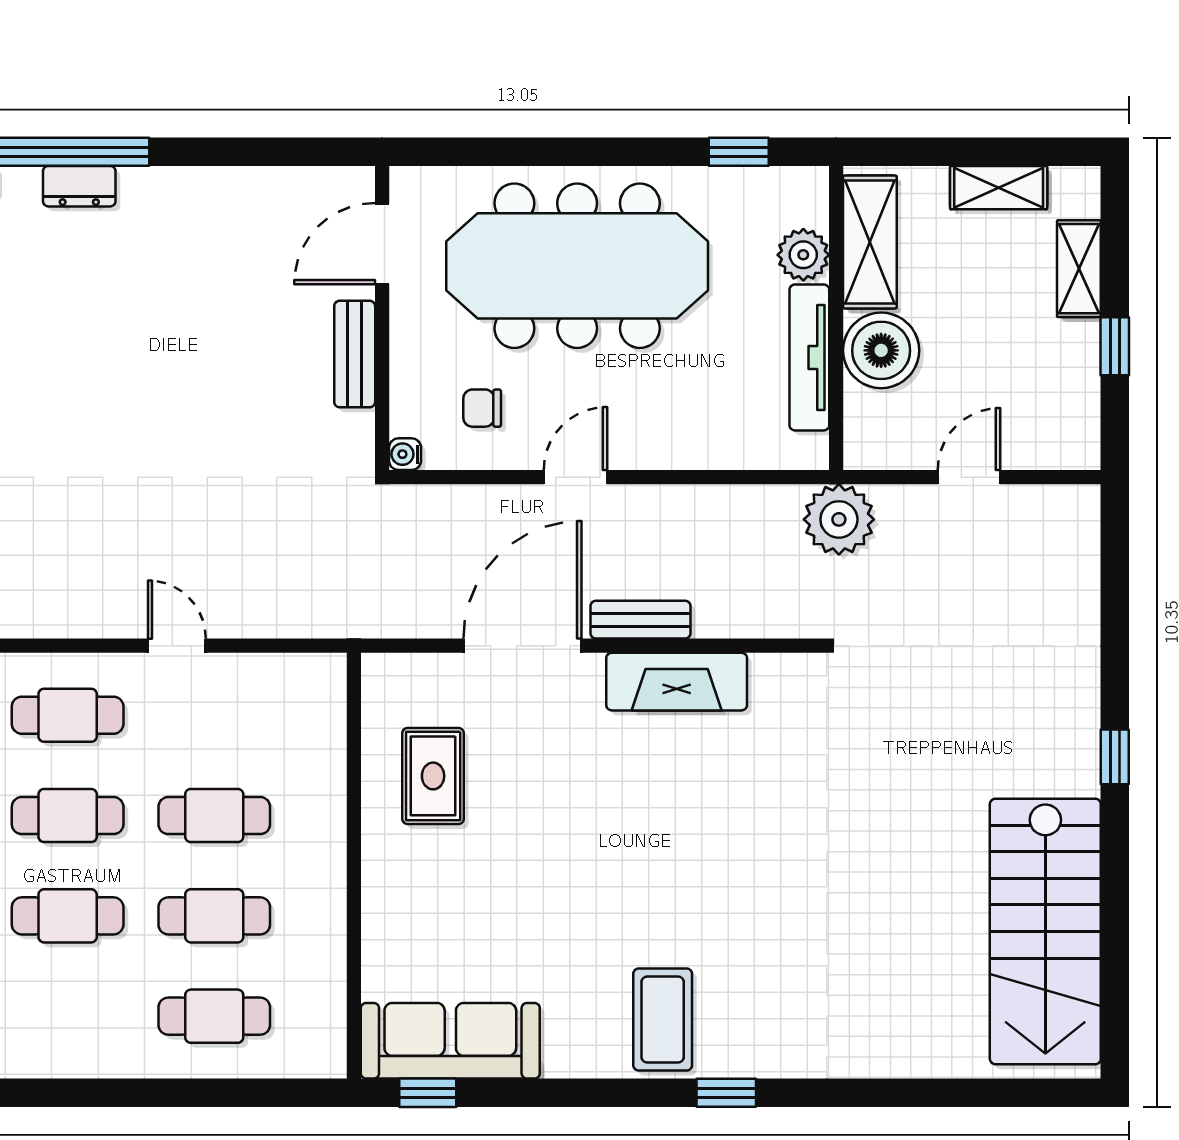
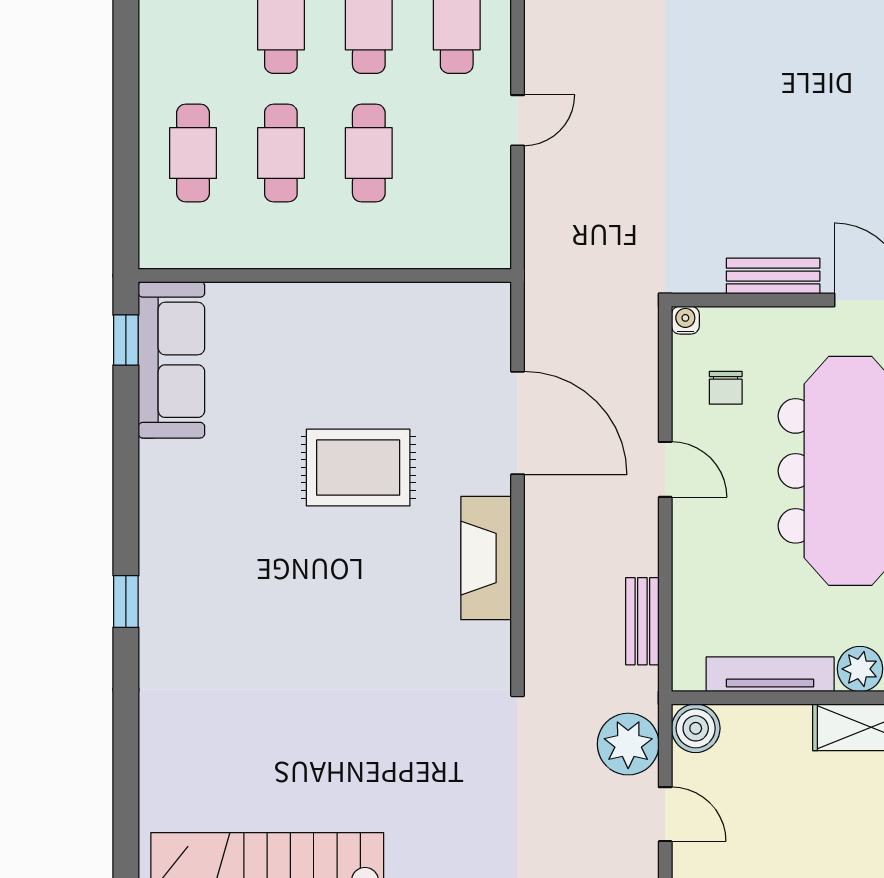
boiler: (881, 350) -> (696, 728), moved, width x0.73, depth x0.73
chair: (482, 408) -> (726, 388), turned 180
plant: (839, 519) -> (628, 744), moved
bench: (641, 620) -> (642, 621), moved
rug: (433, 776) -> (358, 468), moved, width x1.36, depth x1.43
coffee table: (663, 1019) -> (190, 546), removed

